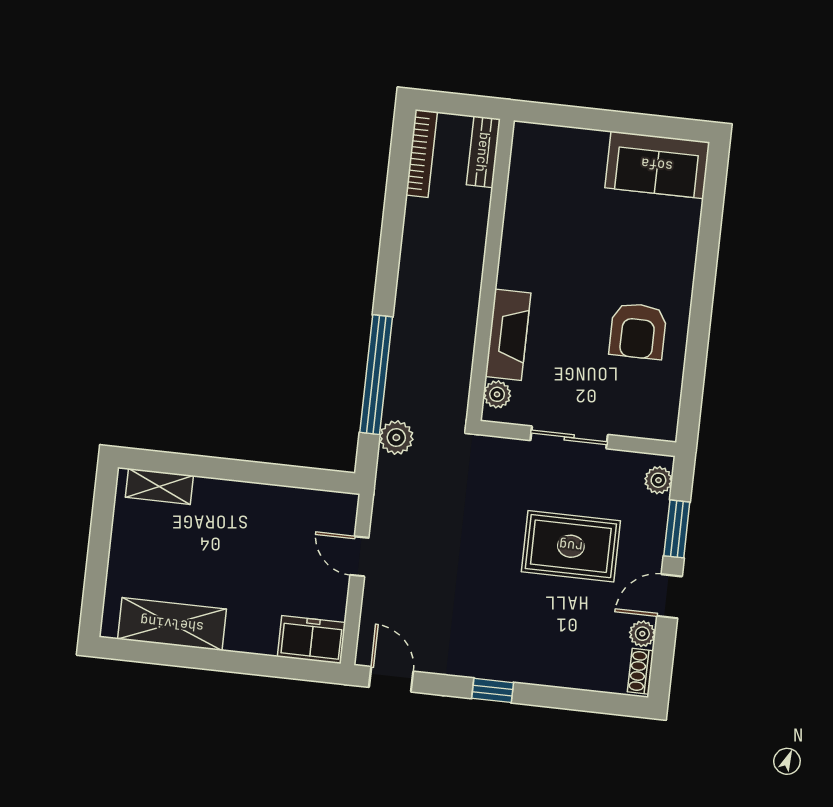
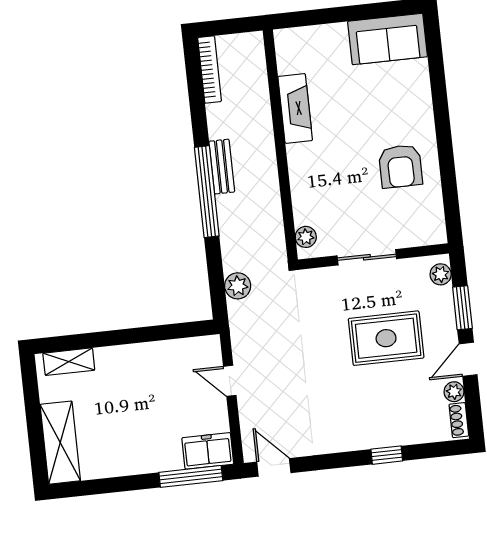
bench: (483, 152) -> (222, 167), moved
fireplace: (508, 335) -> (295, 108), moved
window: (376, 375) -> (207, 192), moved
shelving: (172, 624) -> (60, 443), moved, turned 90
window: (283, 667) -> (191, 476), added
window: (493, 690) -> (387, 455), moved

